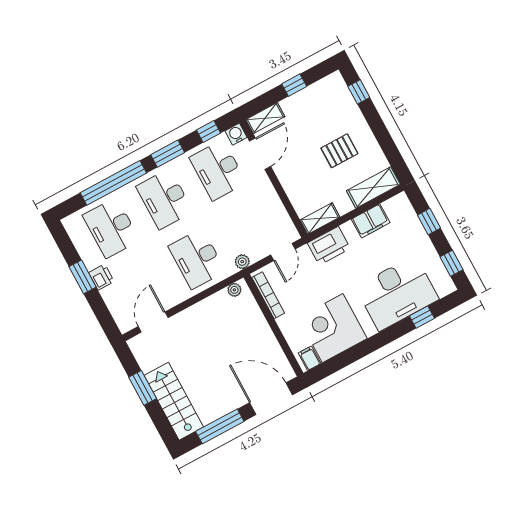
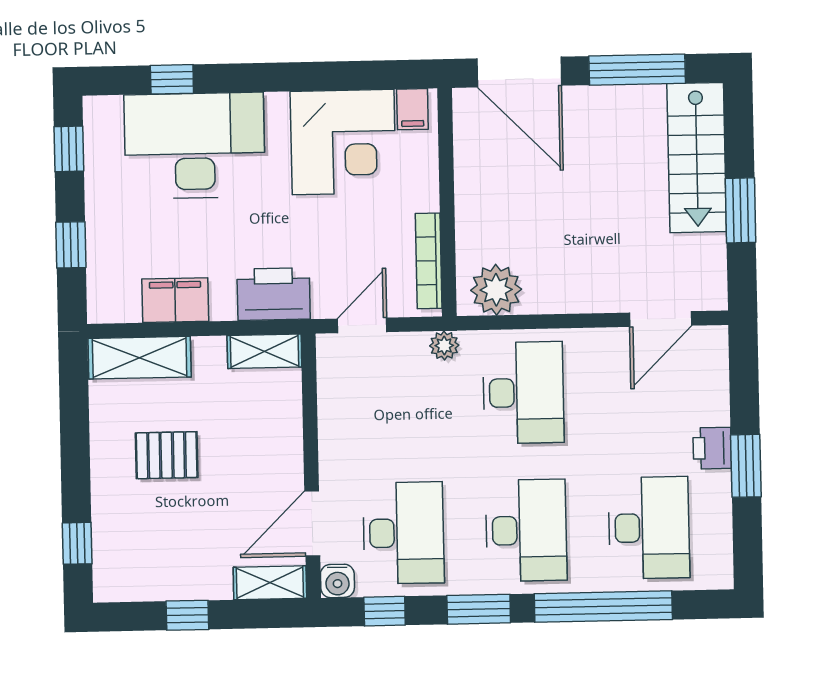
plant: (234, 290) -> (496, 290), width x1.88, depth x1.88

